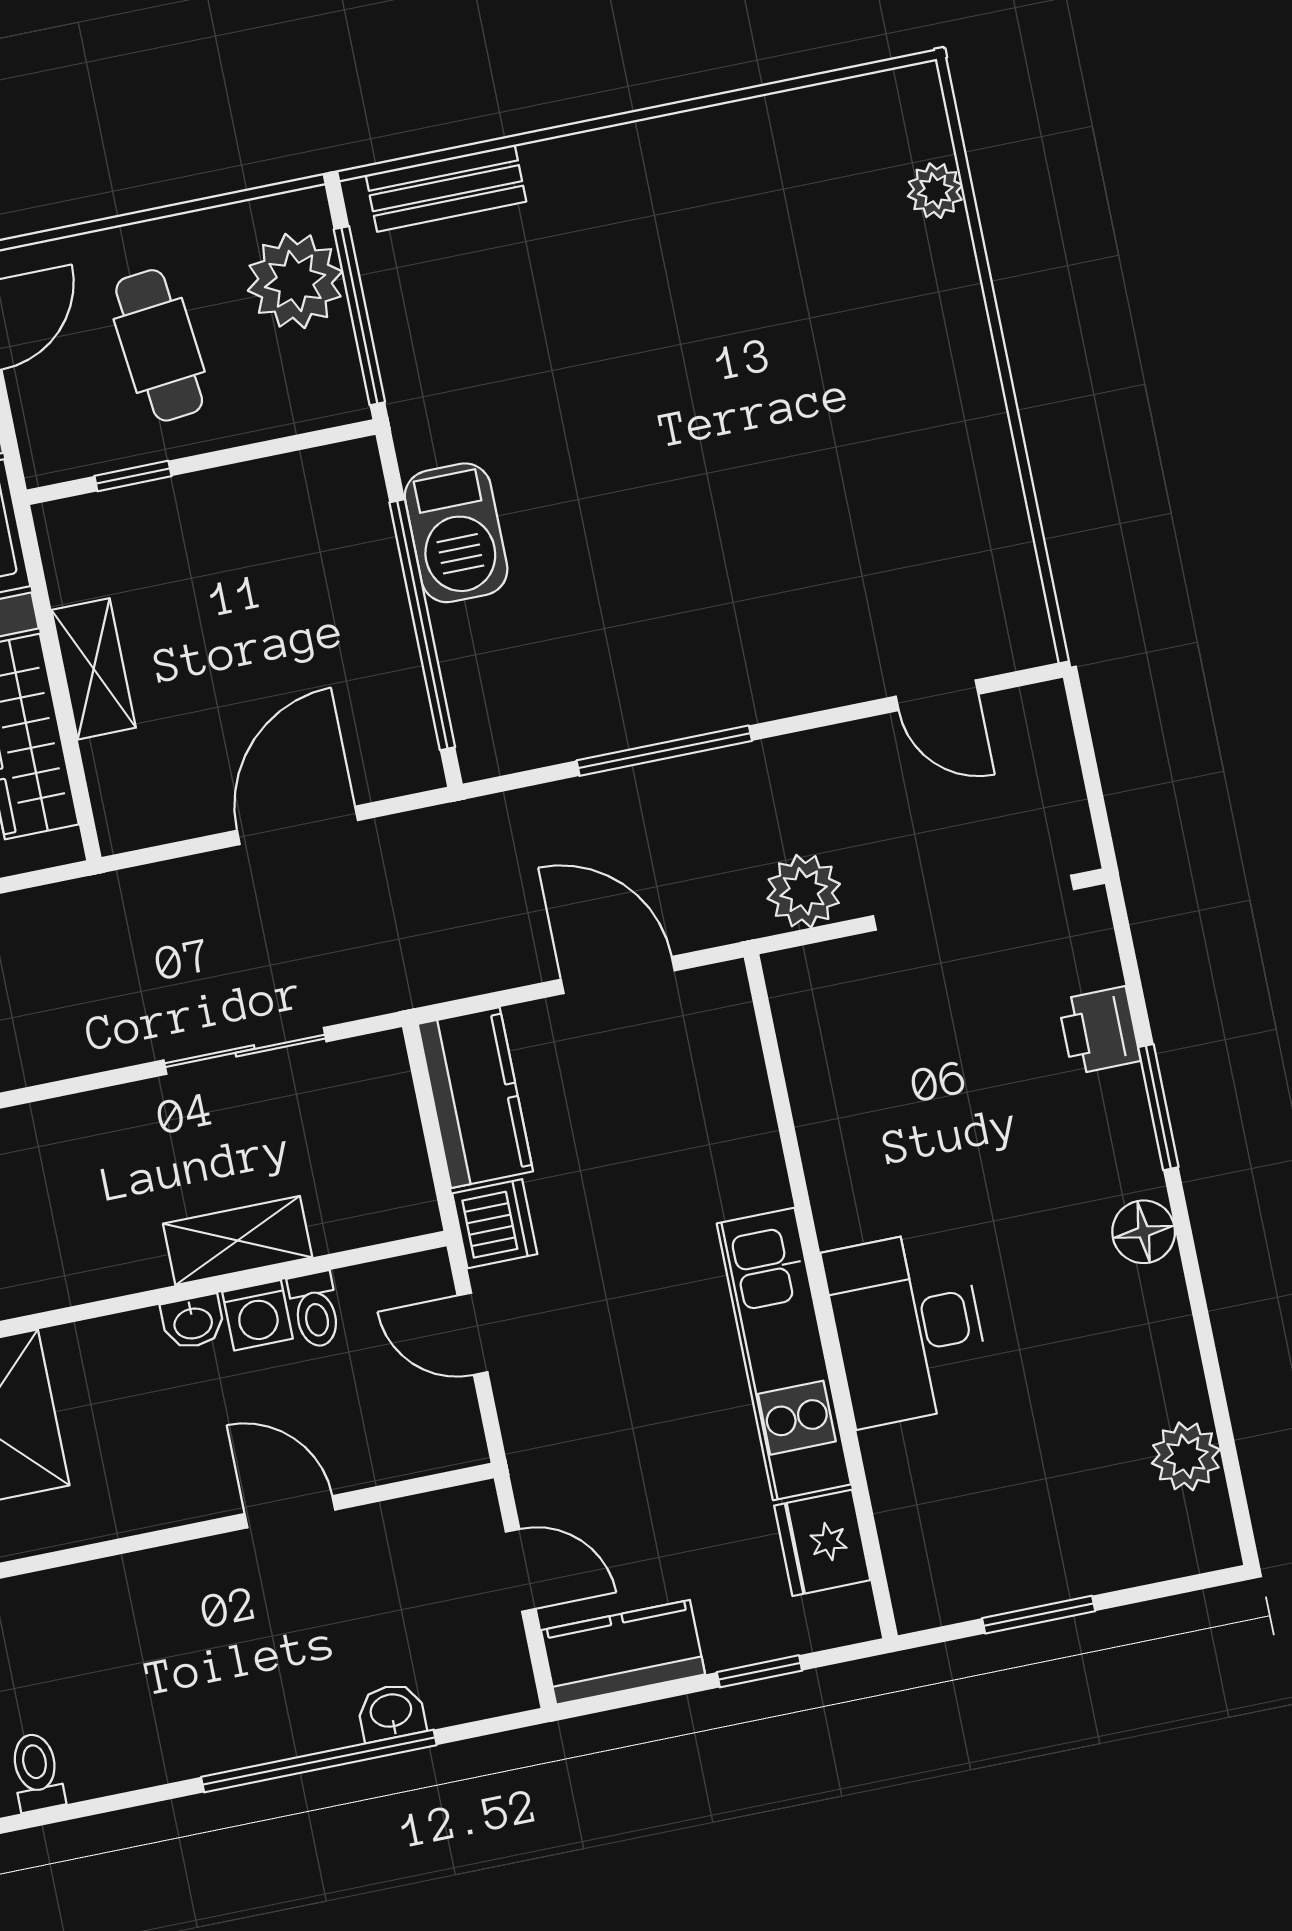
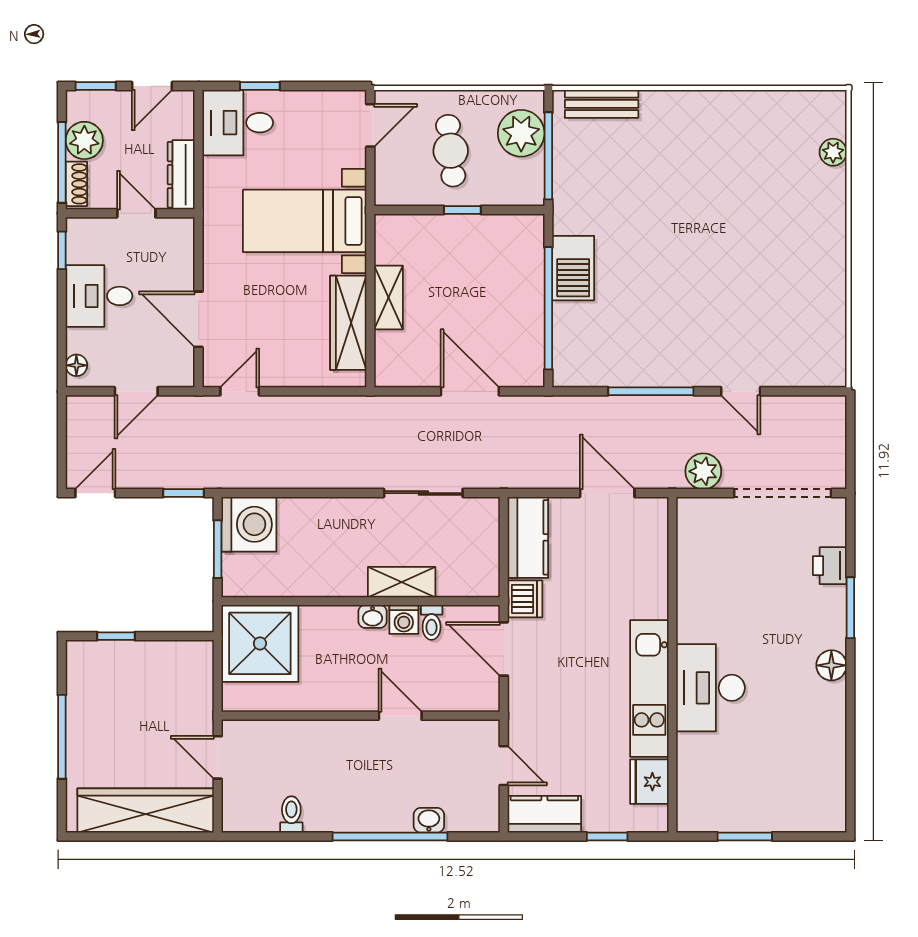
window: (133, 476) -> (462, 210), moved
door: (937, 695) -> (741, 391), moved
door: (297, 825) -> (470, 391), hinge flipped
door: (473, 1334) -> (504, 649), width x1.38
plant: (1186, 1456) -> (830, 776), removed
toilet: (37, 1772) -> (291, 814), moved

